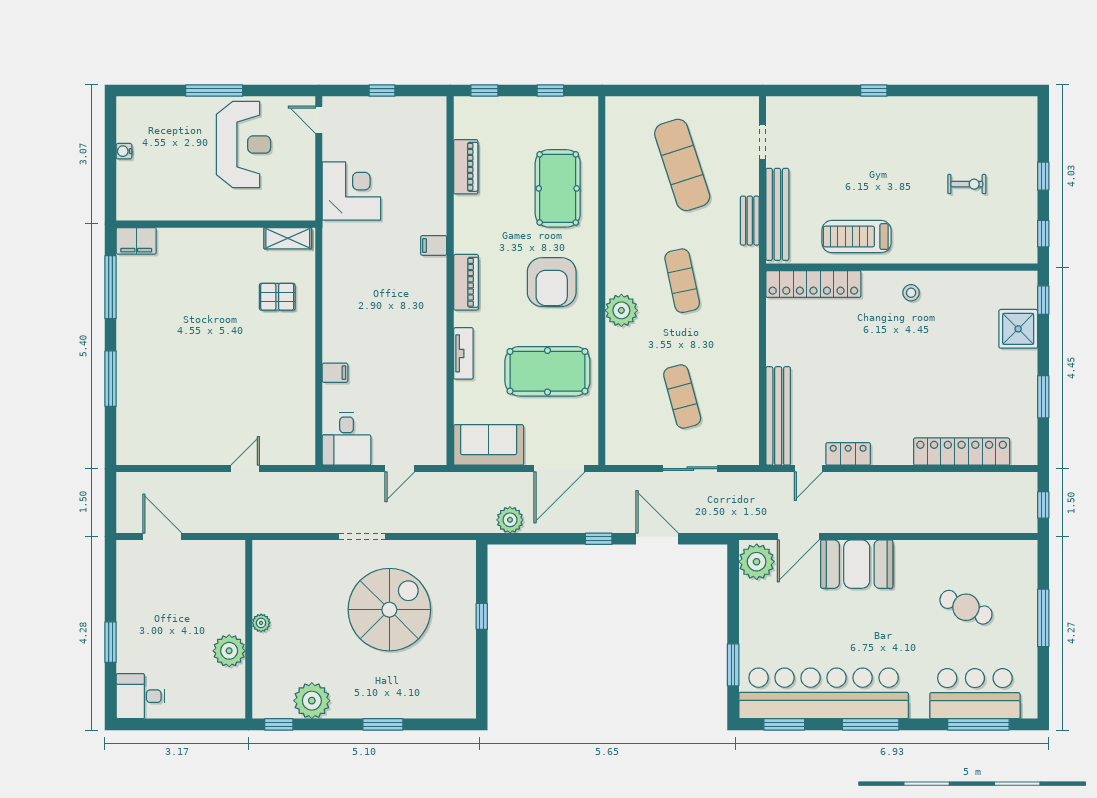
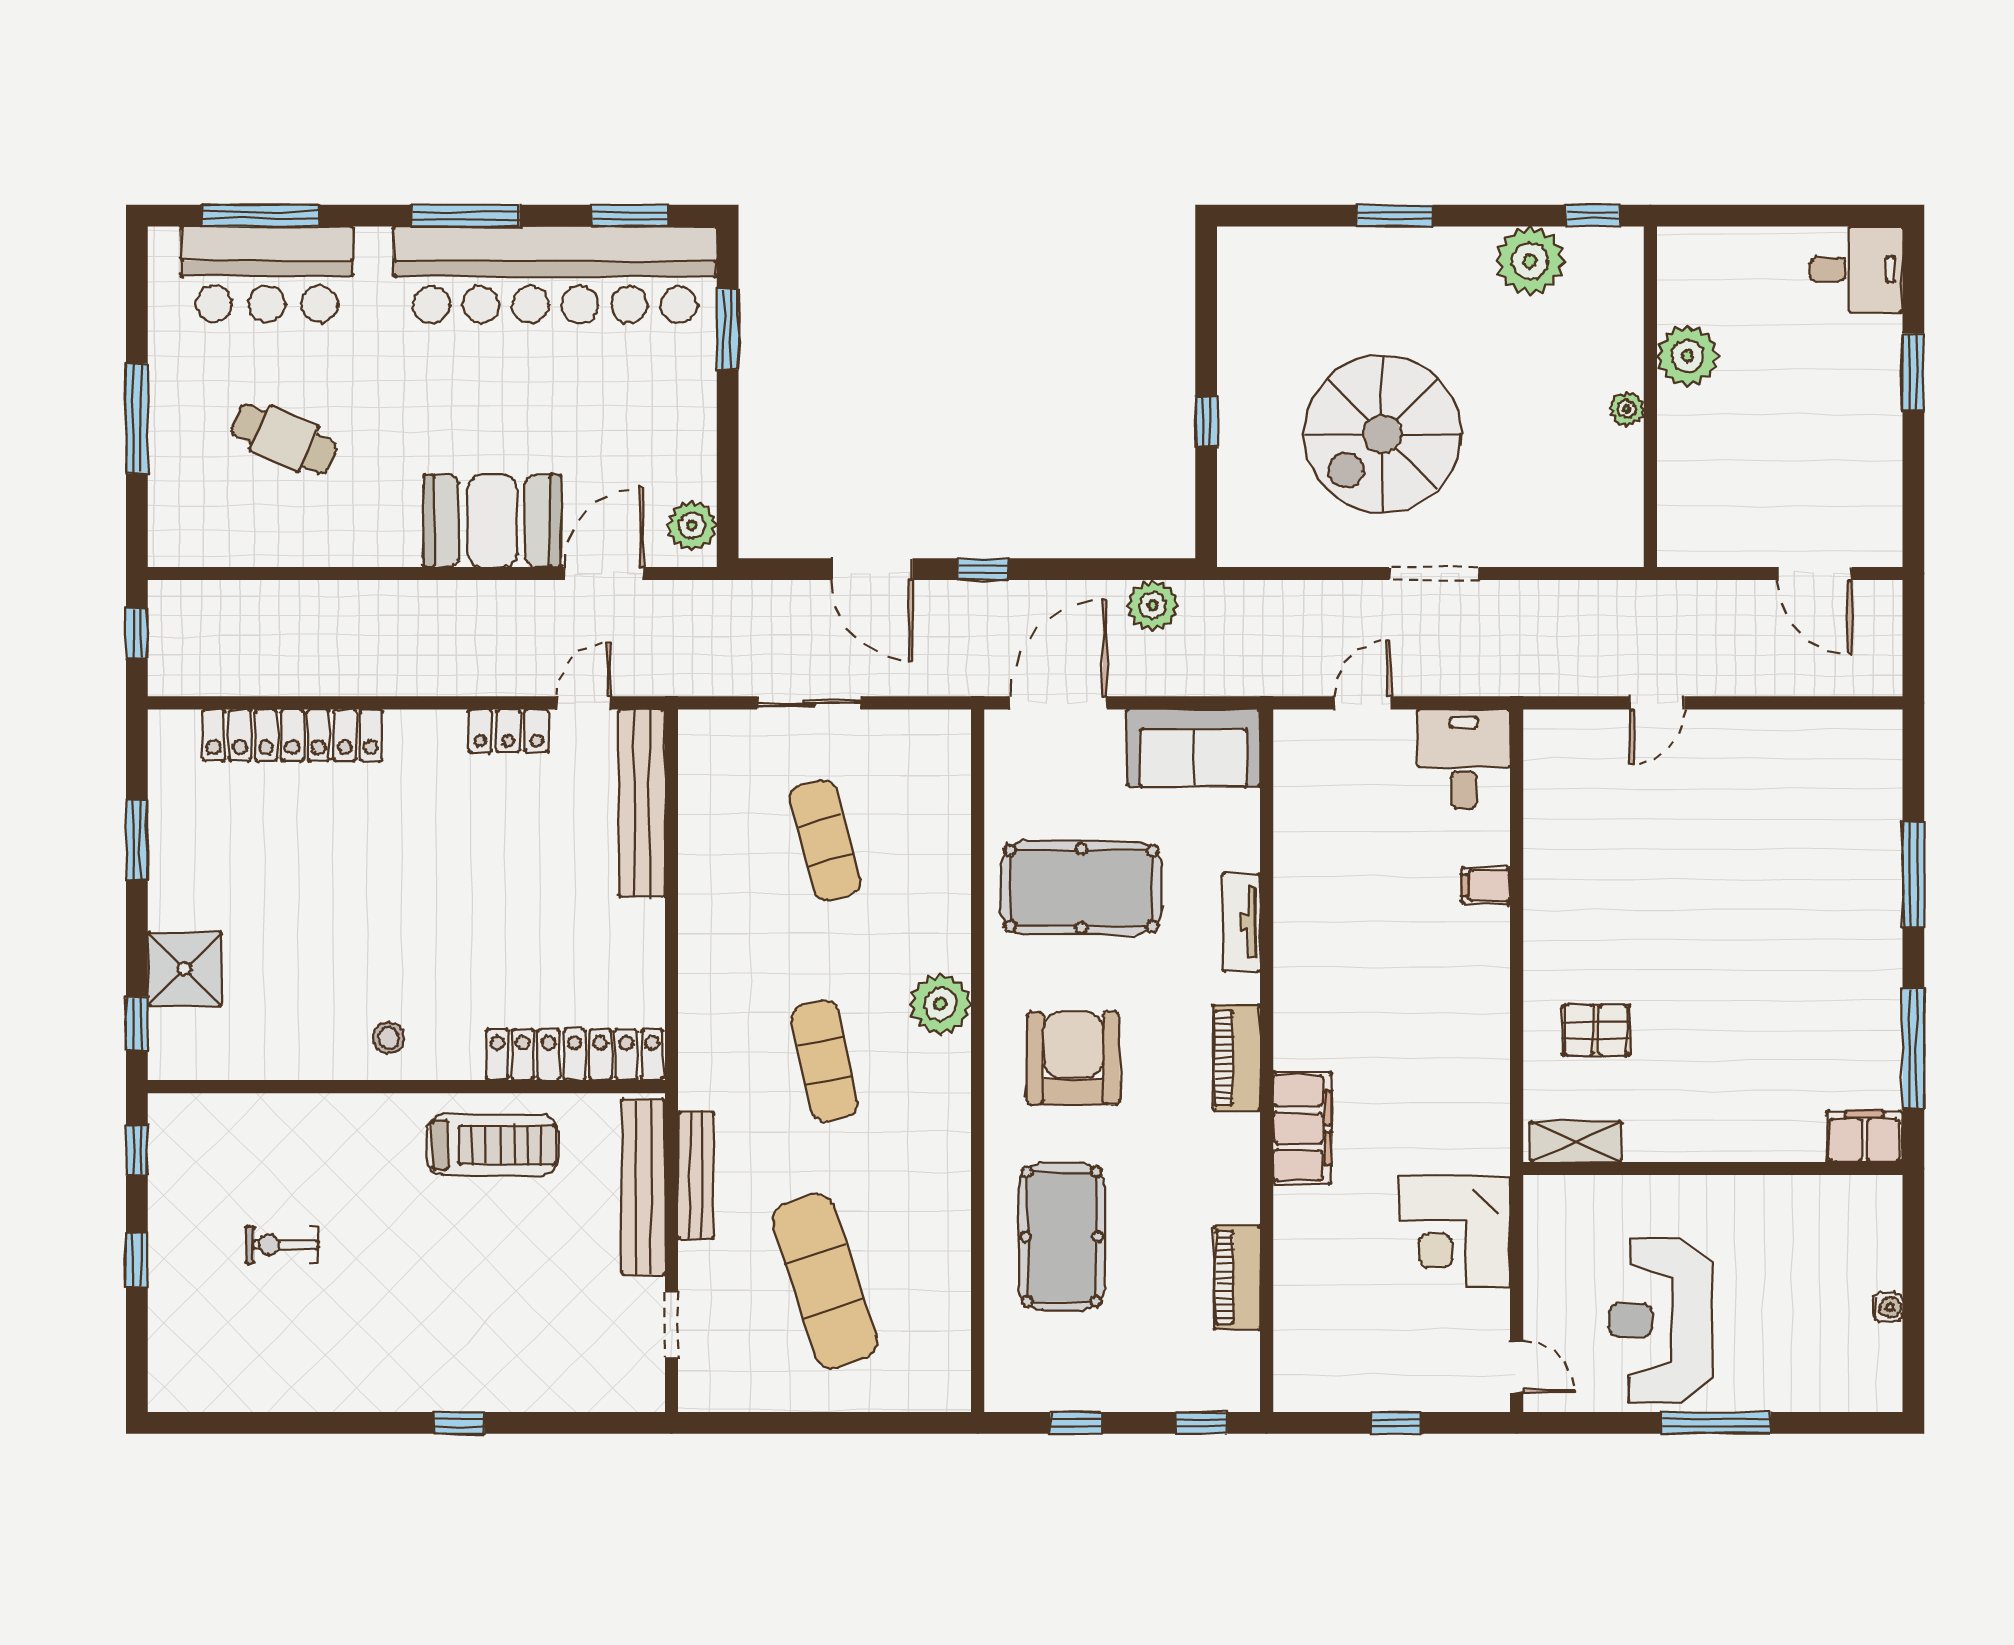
bench: (750, 221) -> (696, 1175), width x1.36
filing cabinet: (434, 245) -> (1302, 1128), width x3.00, depth x1.17
plant: (757, 562) -> (692, 525), width x0.73, depth x0.73

